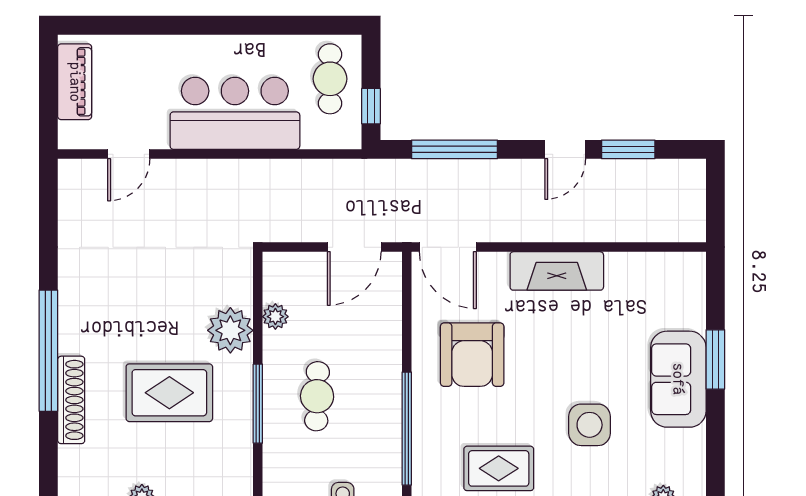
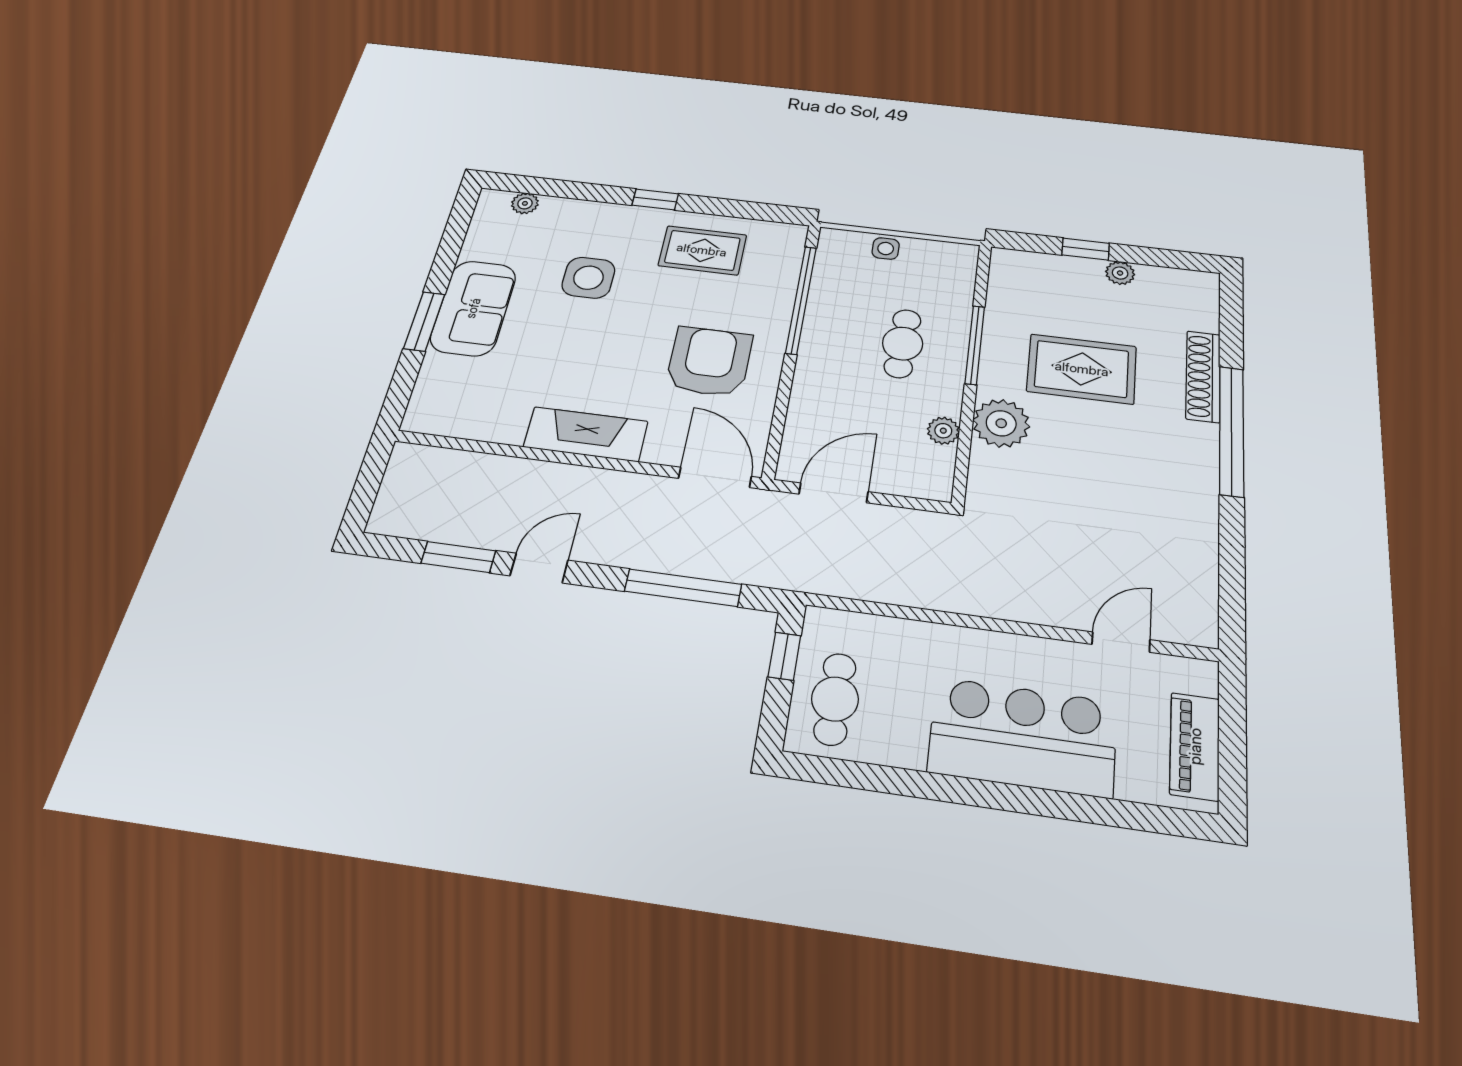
bar counter: (235, 113) -> (1023, 737), moved, turned 180

